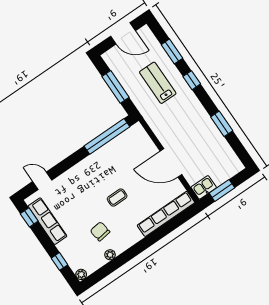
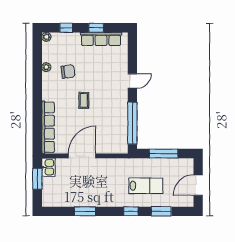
door: (42, 181) -> (132, 81), moved
window: (29, 217) -> (96, 28), moved

